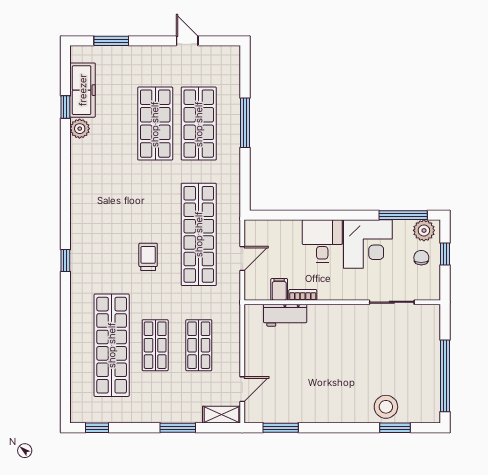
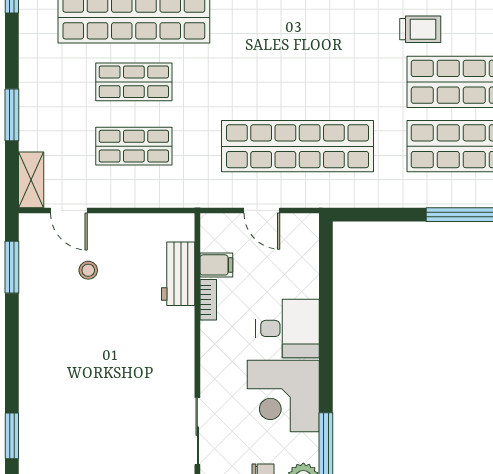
trolley: (148, 257) -> (420, 29), moved
stool: (386, 407) -> (88, 270), moved, width x0.53, depth x0.53

